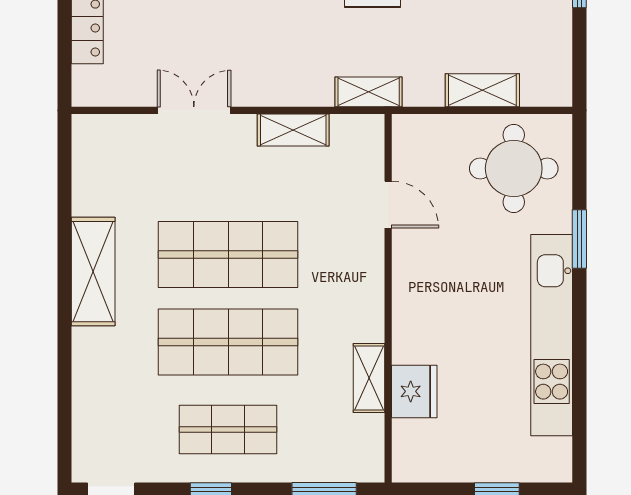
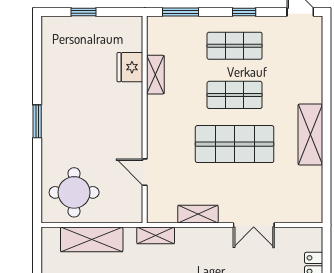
shelving: (482, 90) -> (92, 239), width x1.50, depth x1.33
window: (579, 239) -> (37, 121), moved
kitchen unit: (552, 335) -> (53, 99), removed
shop shelf: (228, 342) -> (235, 95), width x0.70, depth x0.74

